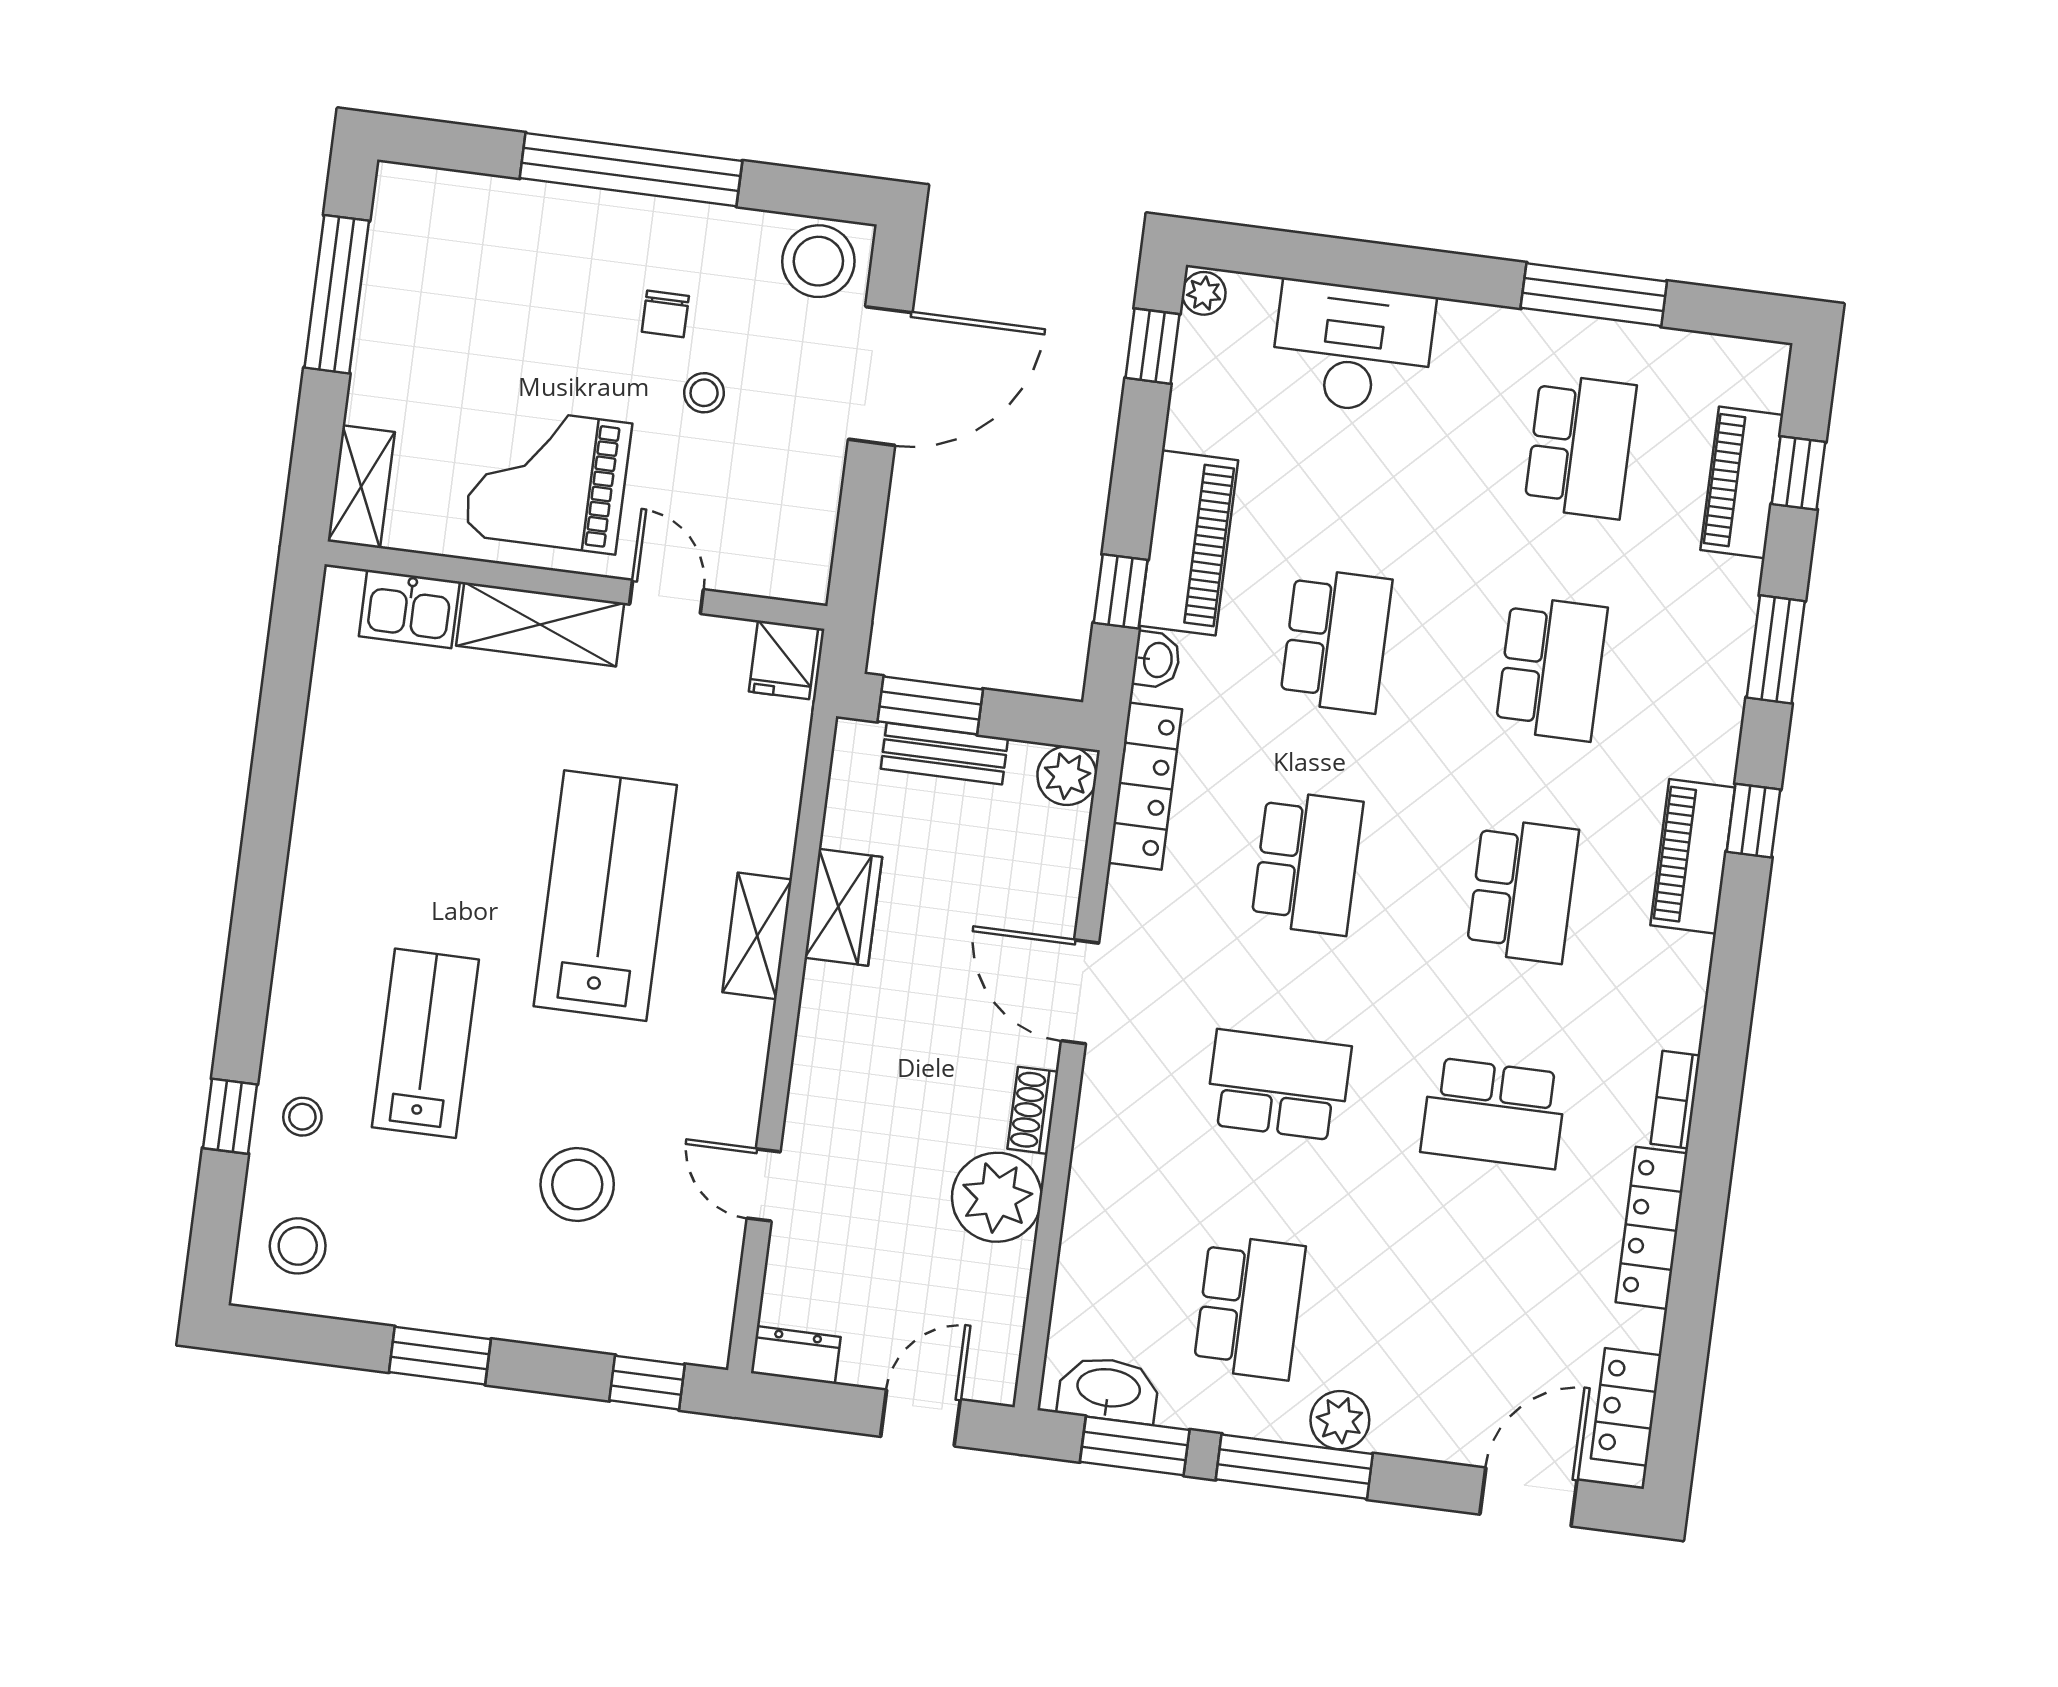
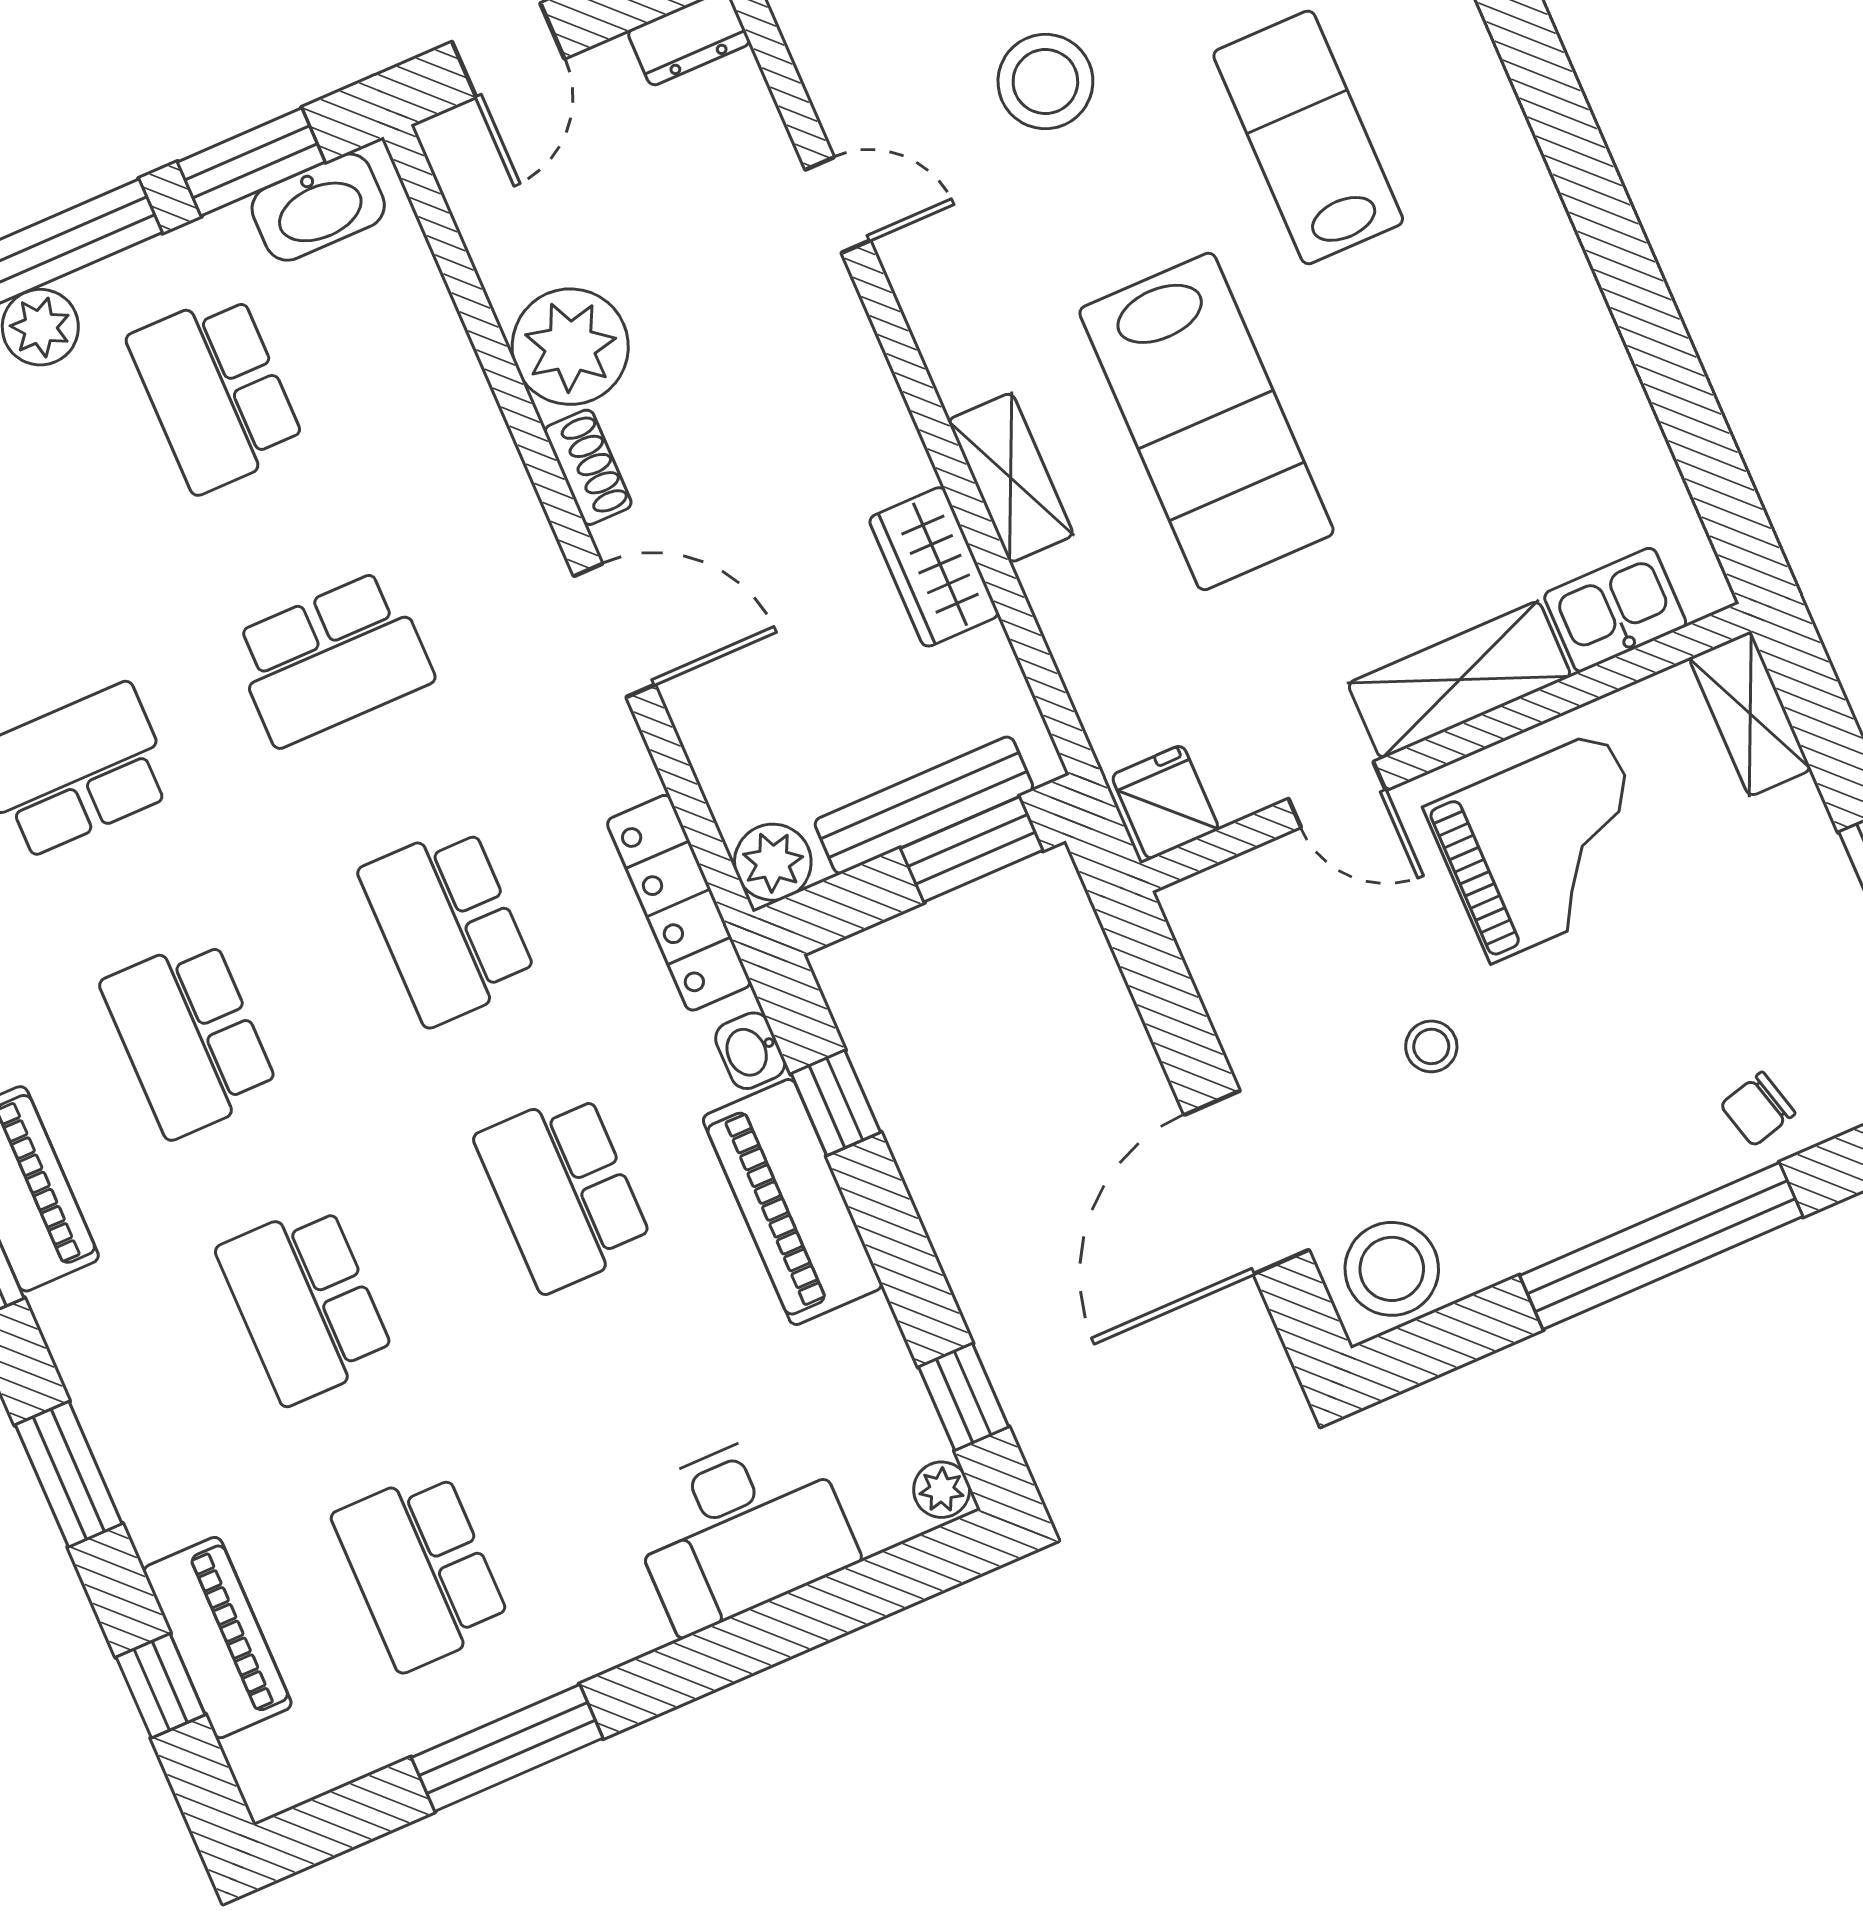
chair: (665, 314) -> (1758, 1109), moved, turned -105
bench: (944, 754) -> (924, 805), width x1.36
lab bench: (425, 1043) -> (1308, 137), turned 180

